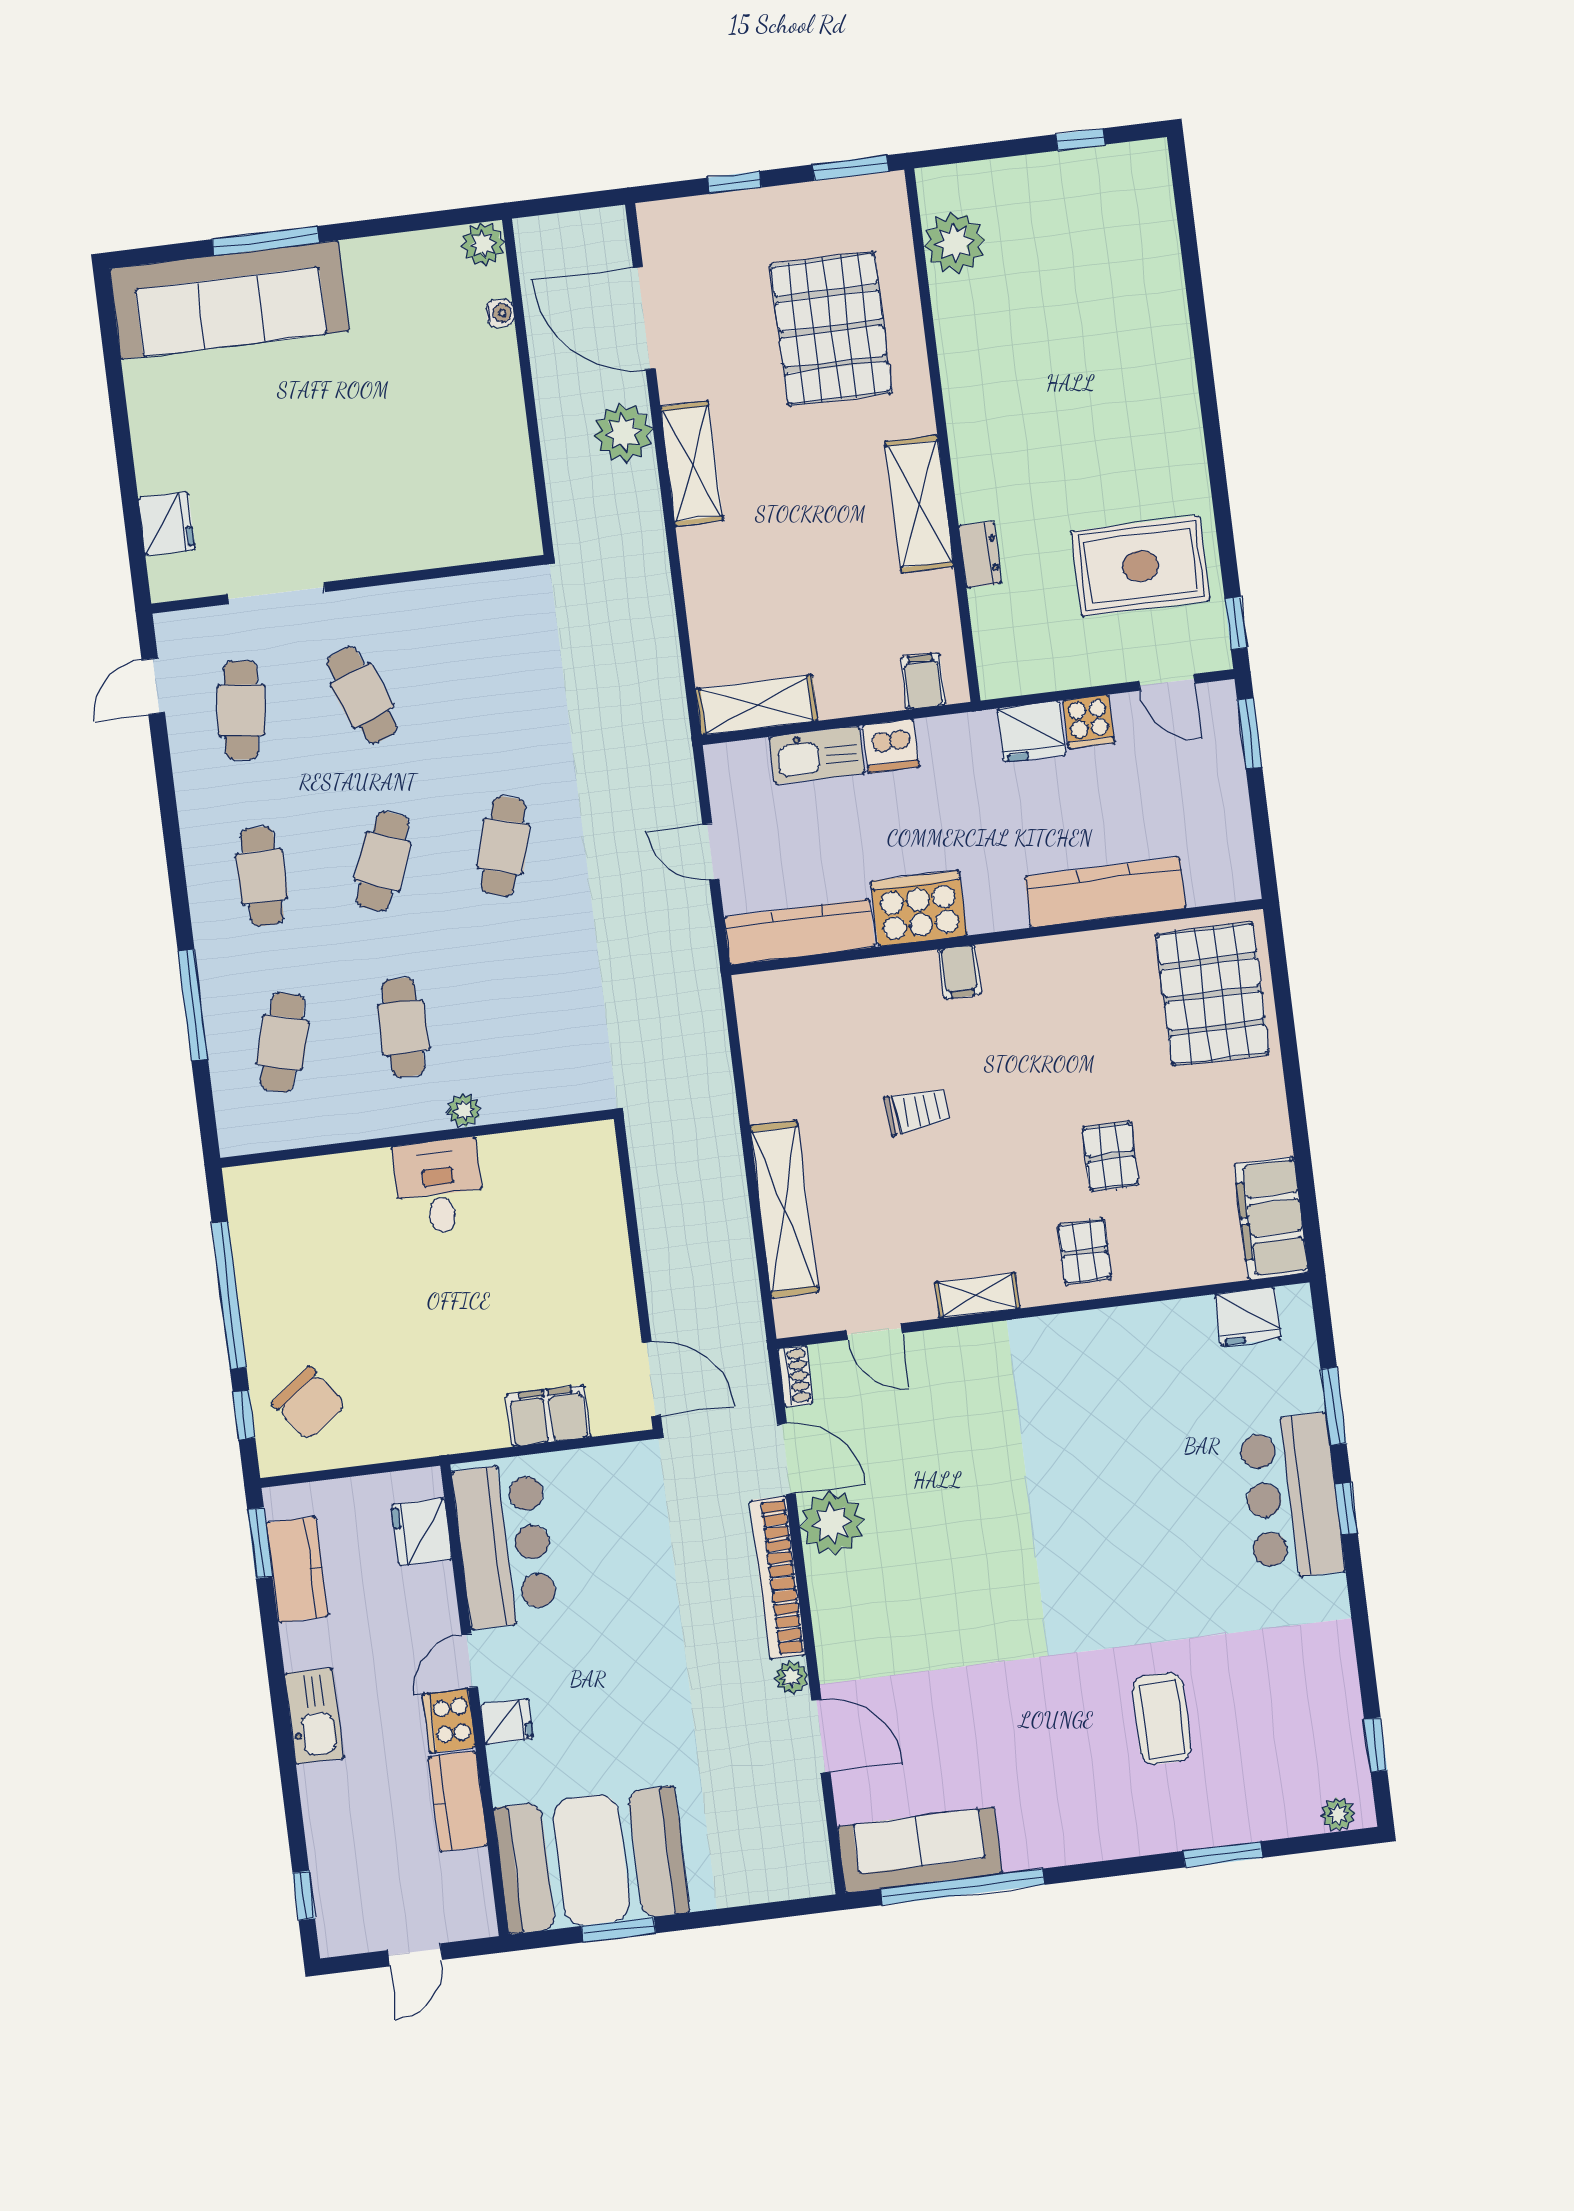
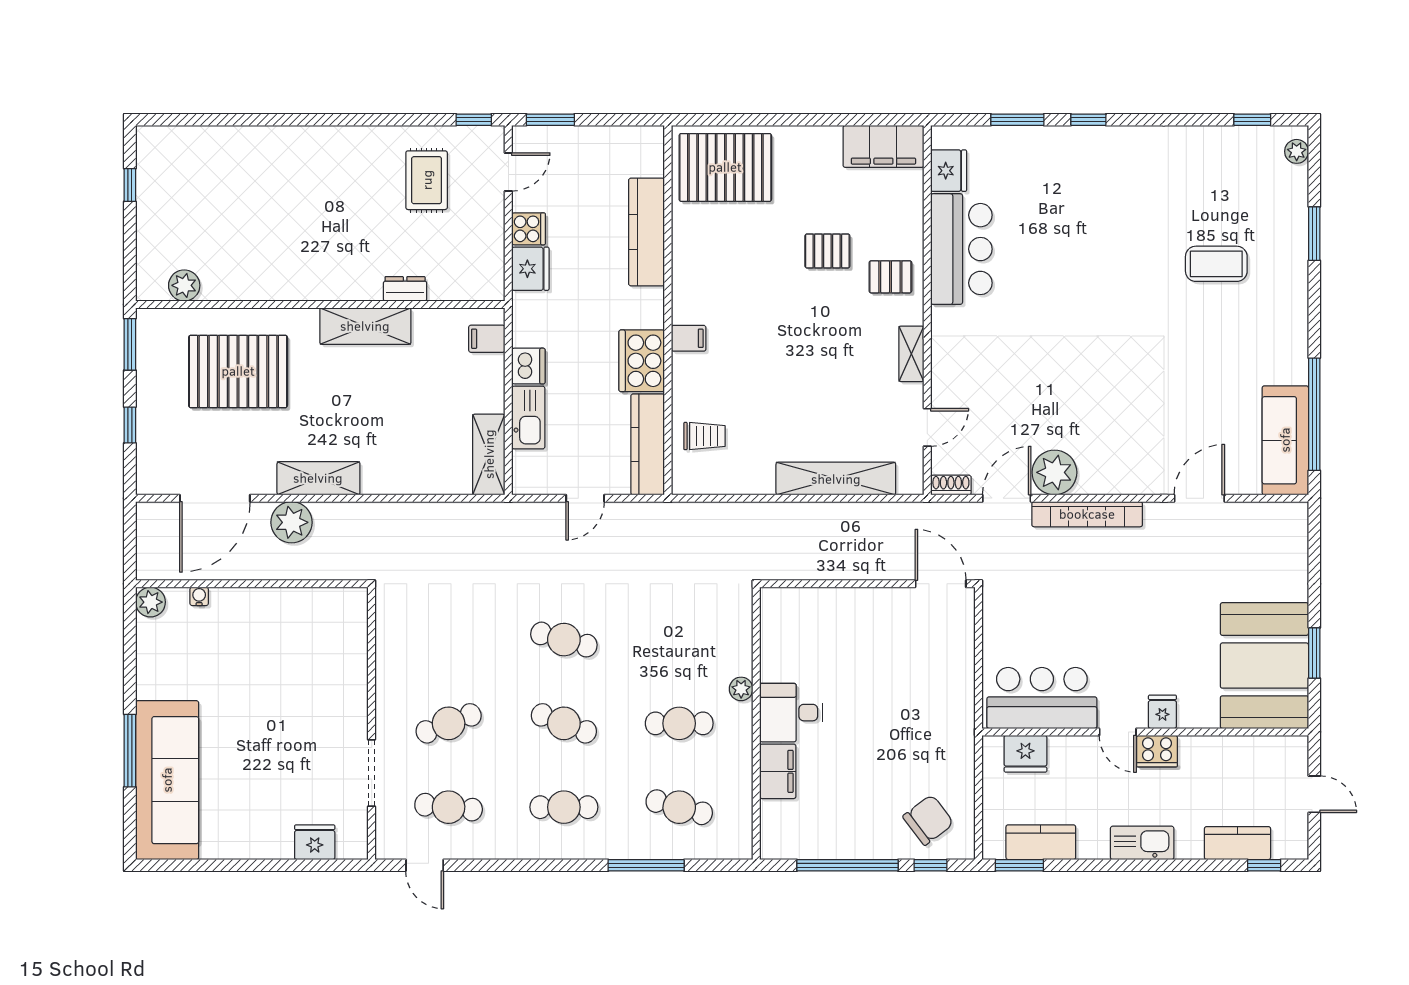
plant: (955, 243) -> (184, 285), width x0.73, depth x0.73
rug: (1141, 566) -> (427, 180), width x0.73, depth x0.70
trolley: (917, 1111) -> (704, 436), moved, turned 95
door: (651, 1379) -> (941, 584), hinge flipped
filing cabinet: (548, 1416) -> (778, 771), moved, turned 180
bar counter: (1292, 1497) -> (961, 249), moved, turned -90
plant: (791, 1677) -> (1156, 513), removed
kitchen counter: (458, 1801) -> (1237, 843), moved, turned 180

